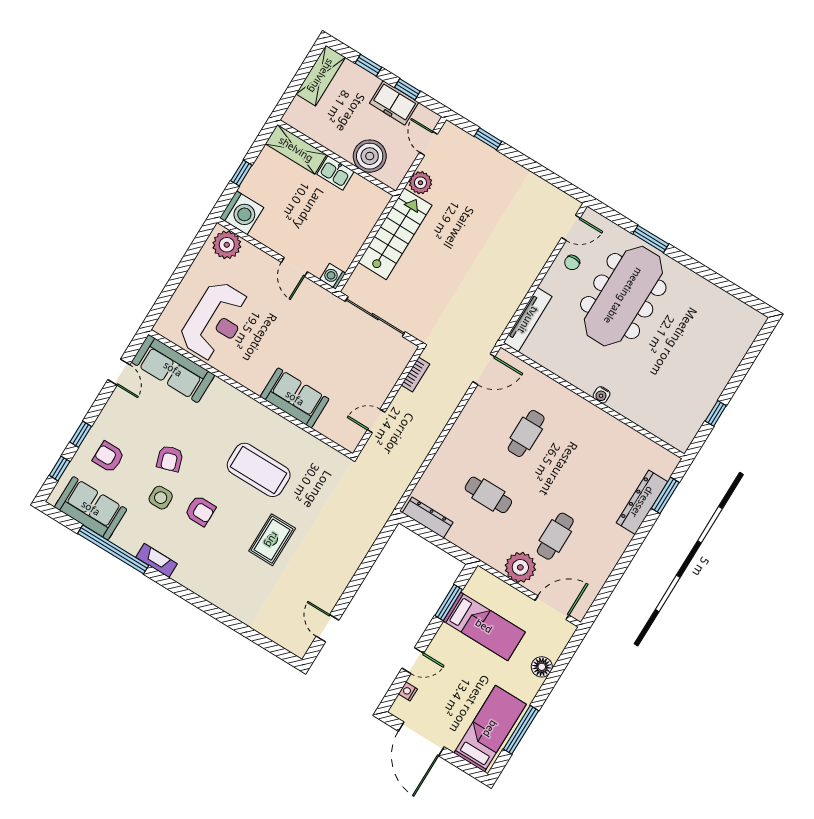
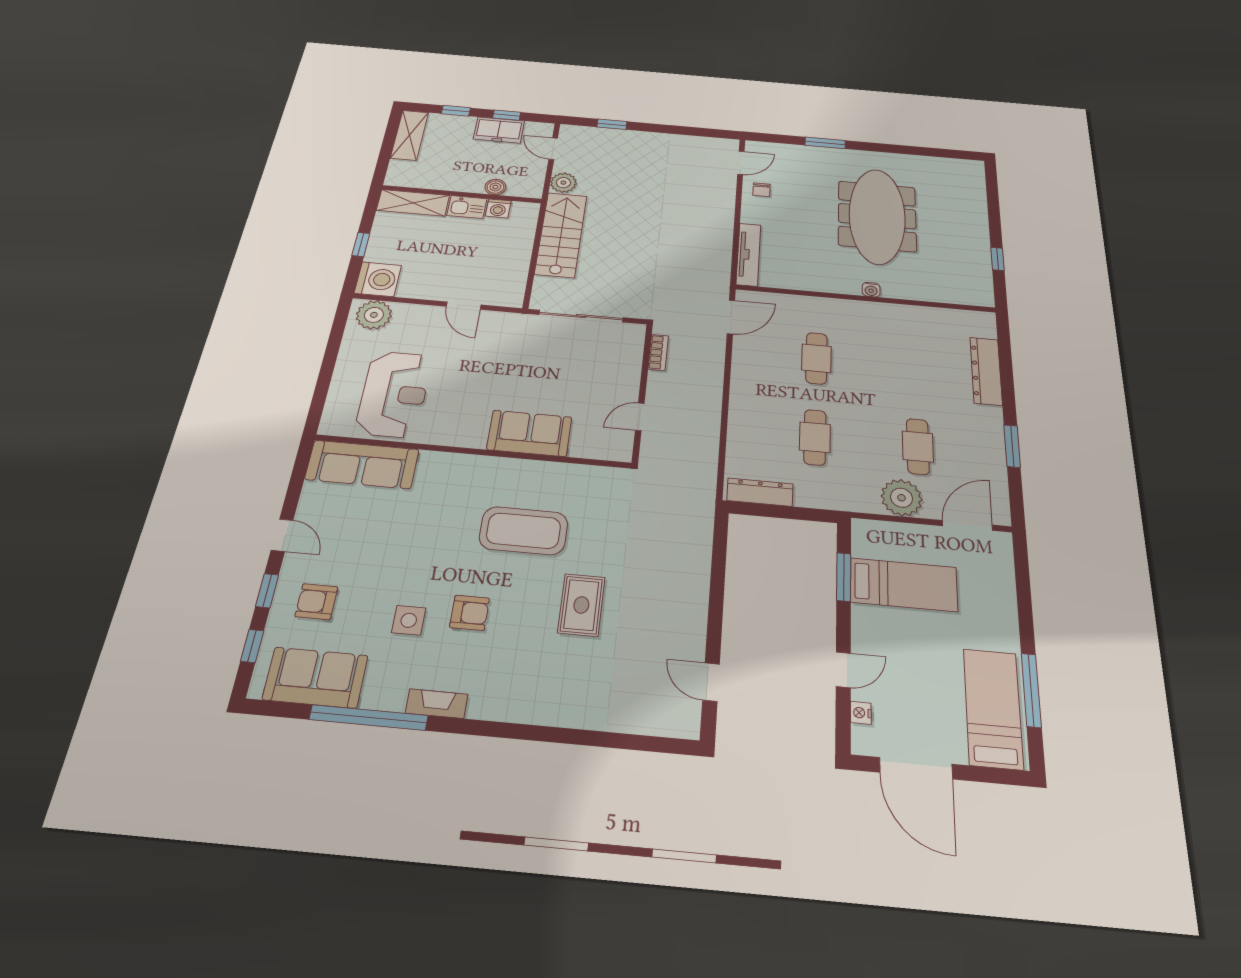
boiler: (370, 156) -> (495, 187), width x0.54, depth x0.54
washing machine: (333, 276) -> (498, 208), moved, turned -90
meeting table: (623, 296) -> (877, 216), moved
door: (119, 372) -> (282, 535), moved
armchair: (170, 459) -> (401, 568), removed
cafe table: (488, 495) -> (815, 437), turned 90
window: (665, 495) -> (1012, 446), moved
floor lamp: (542, 667) -> (1003, 599), removed

